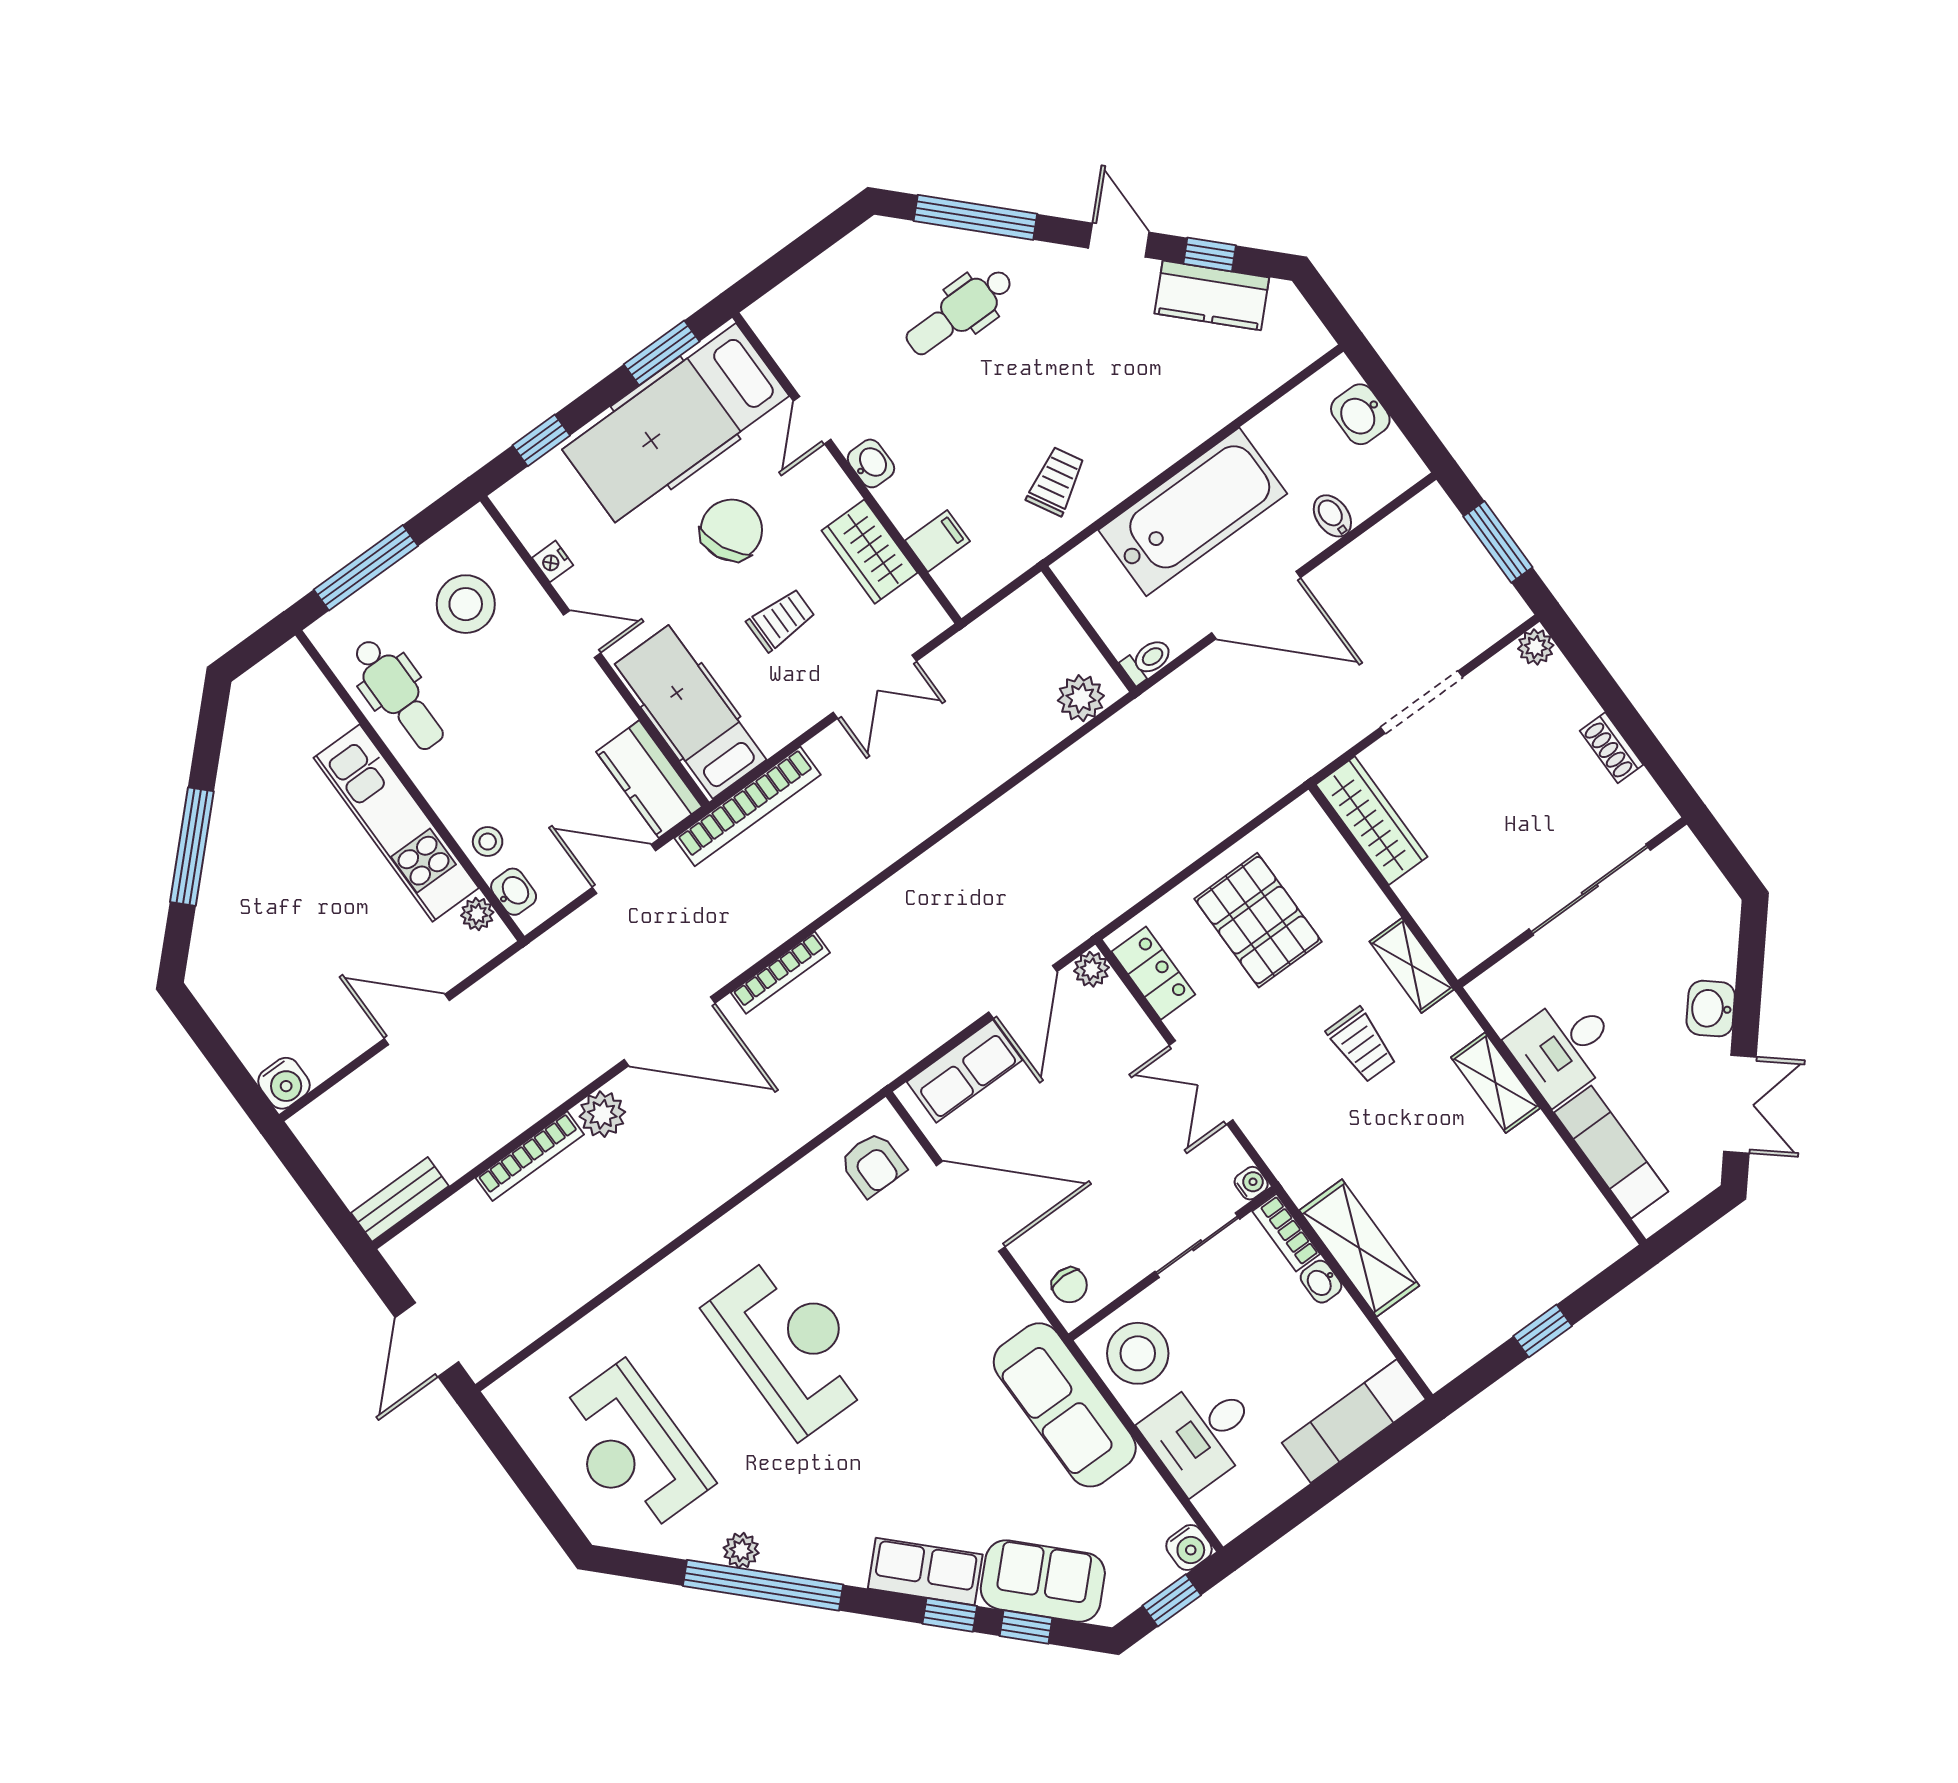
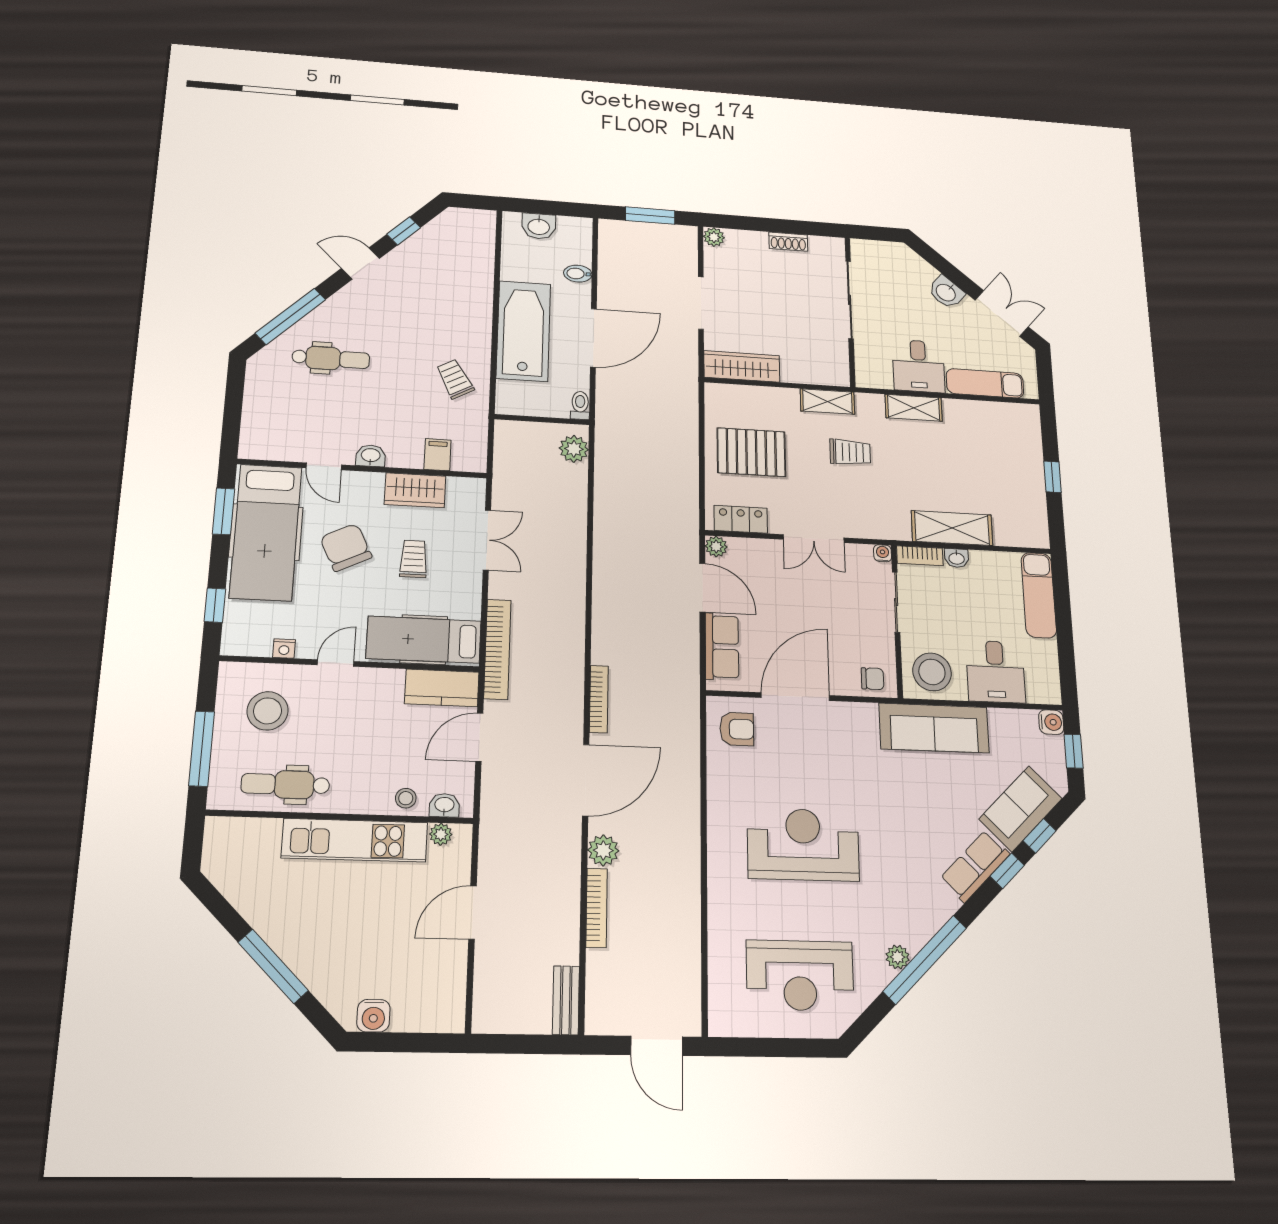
kitchen counter: (1212, 295) -> (424, 245), removed
dental chair: (959, 312) -> (331, 359), turned -90
dental chair: (398, 694) -> (285, 784), turned 180
water cooler: (284, 1083) -> (373, 1016), moved, turned 90

